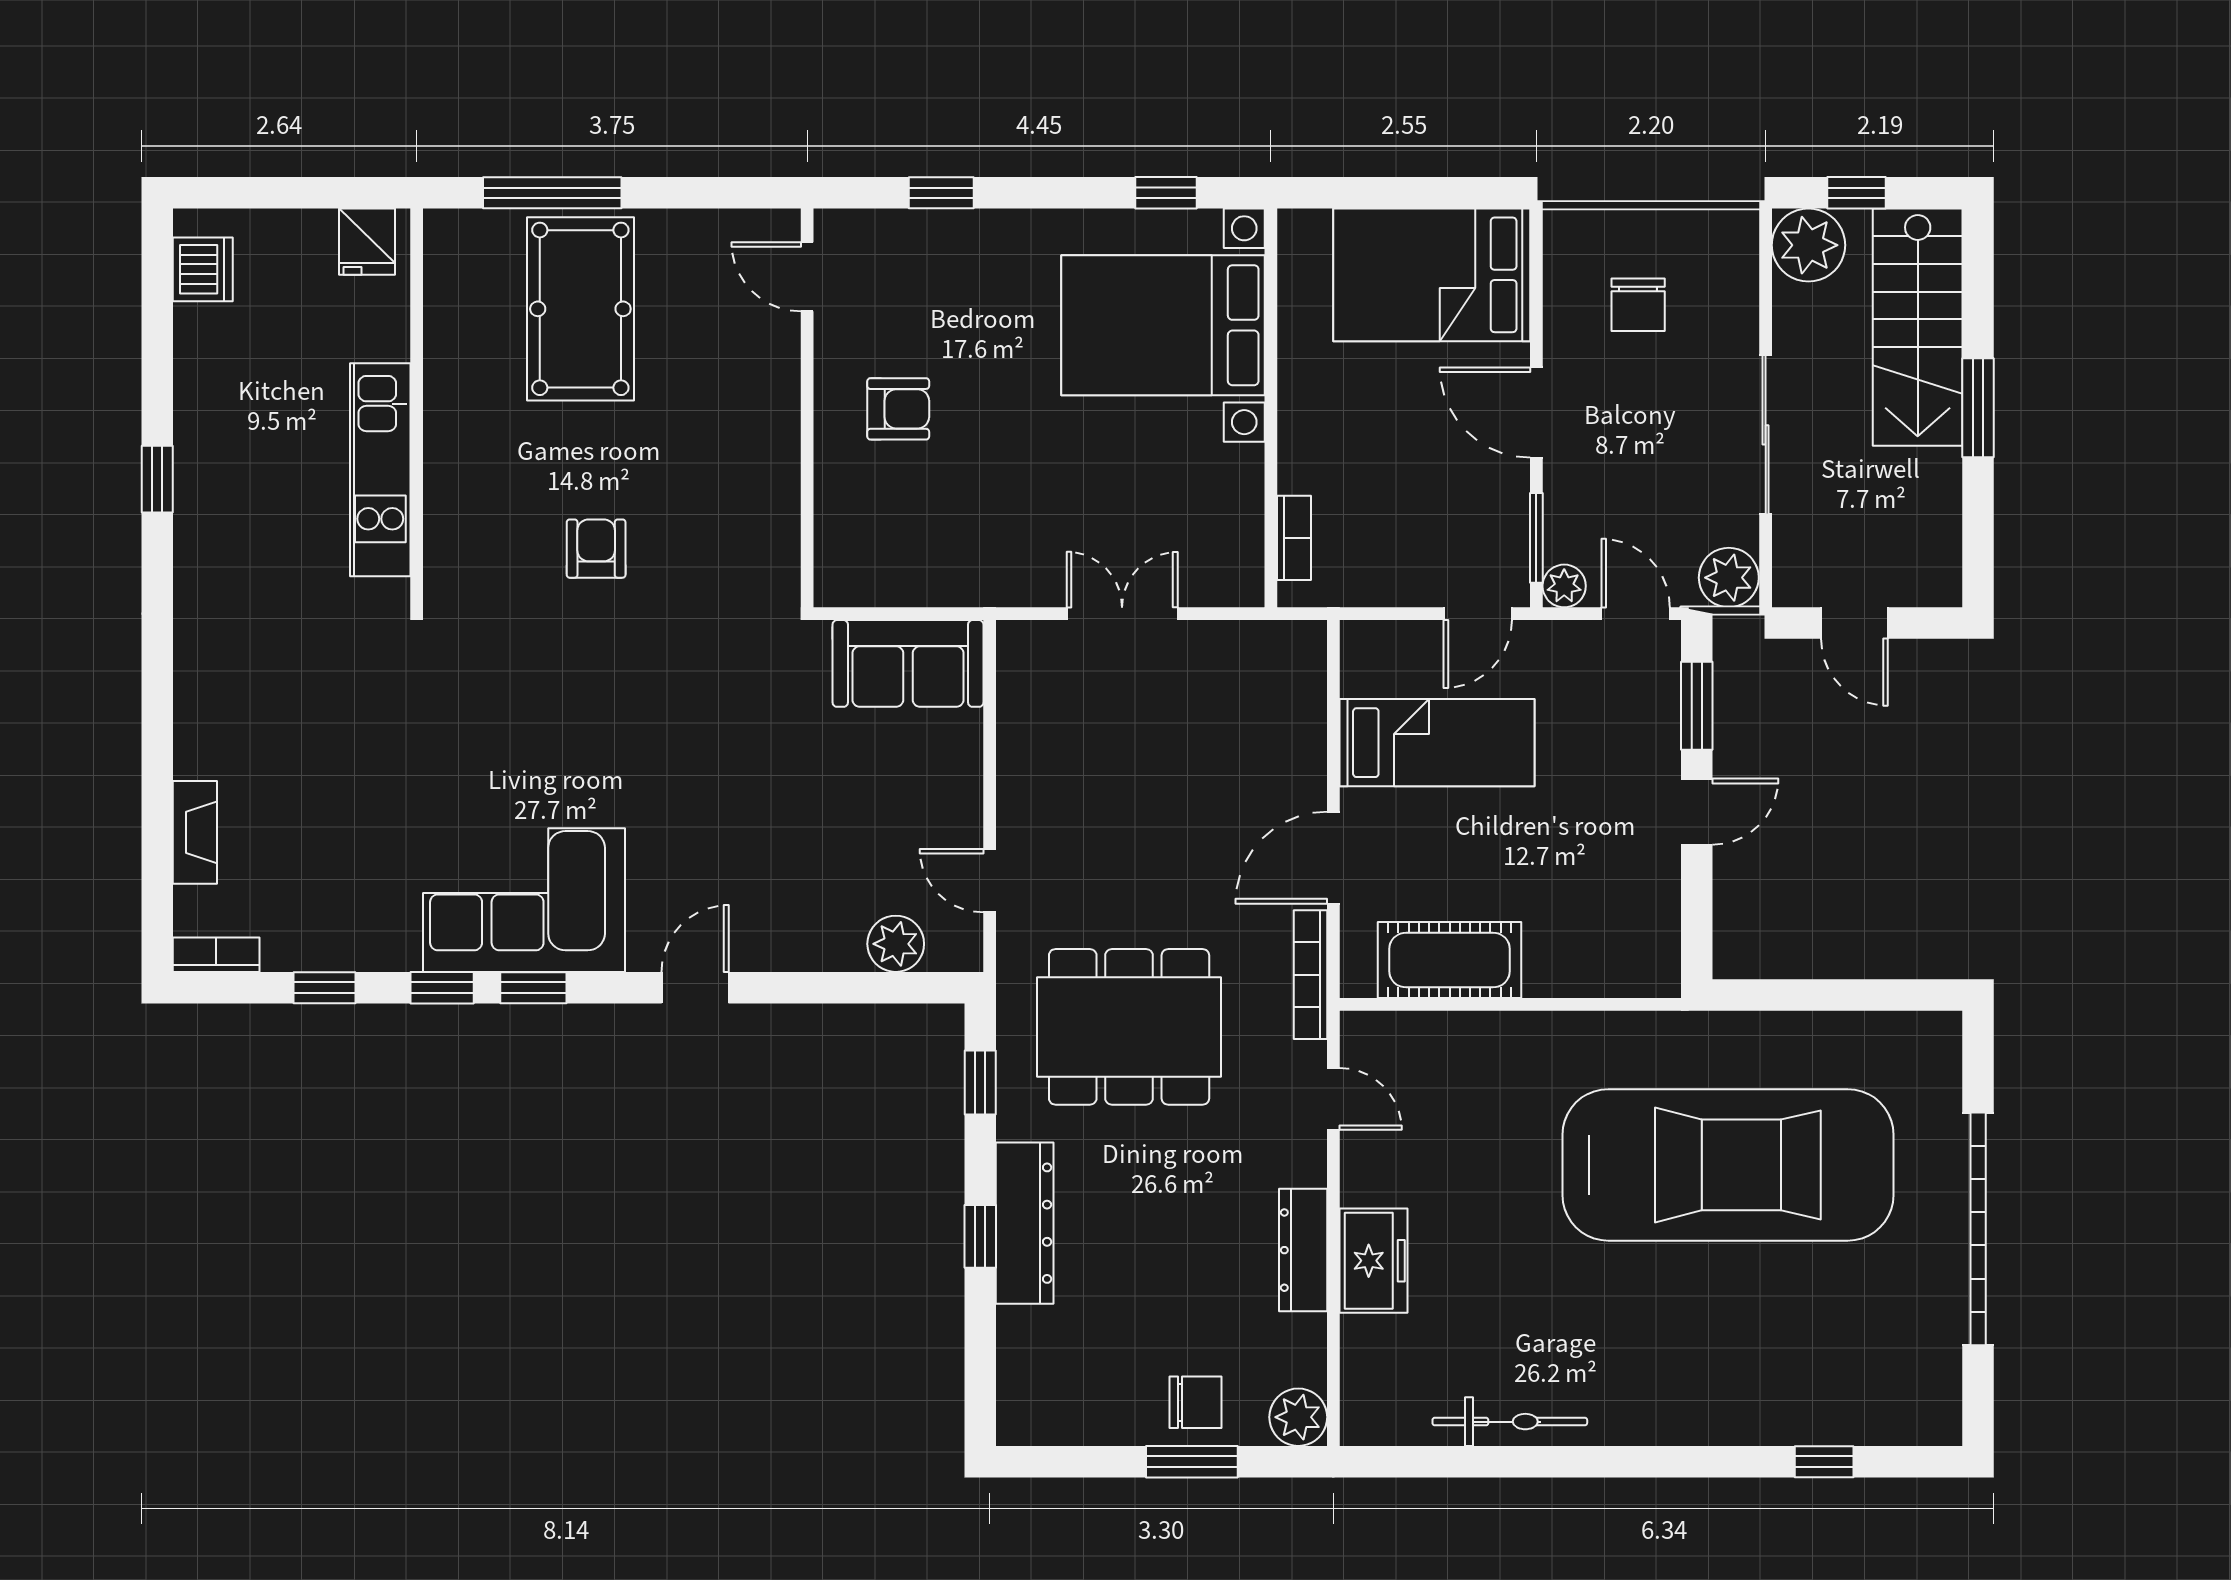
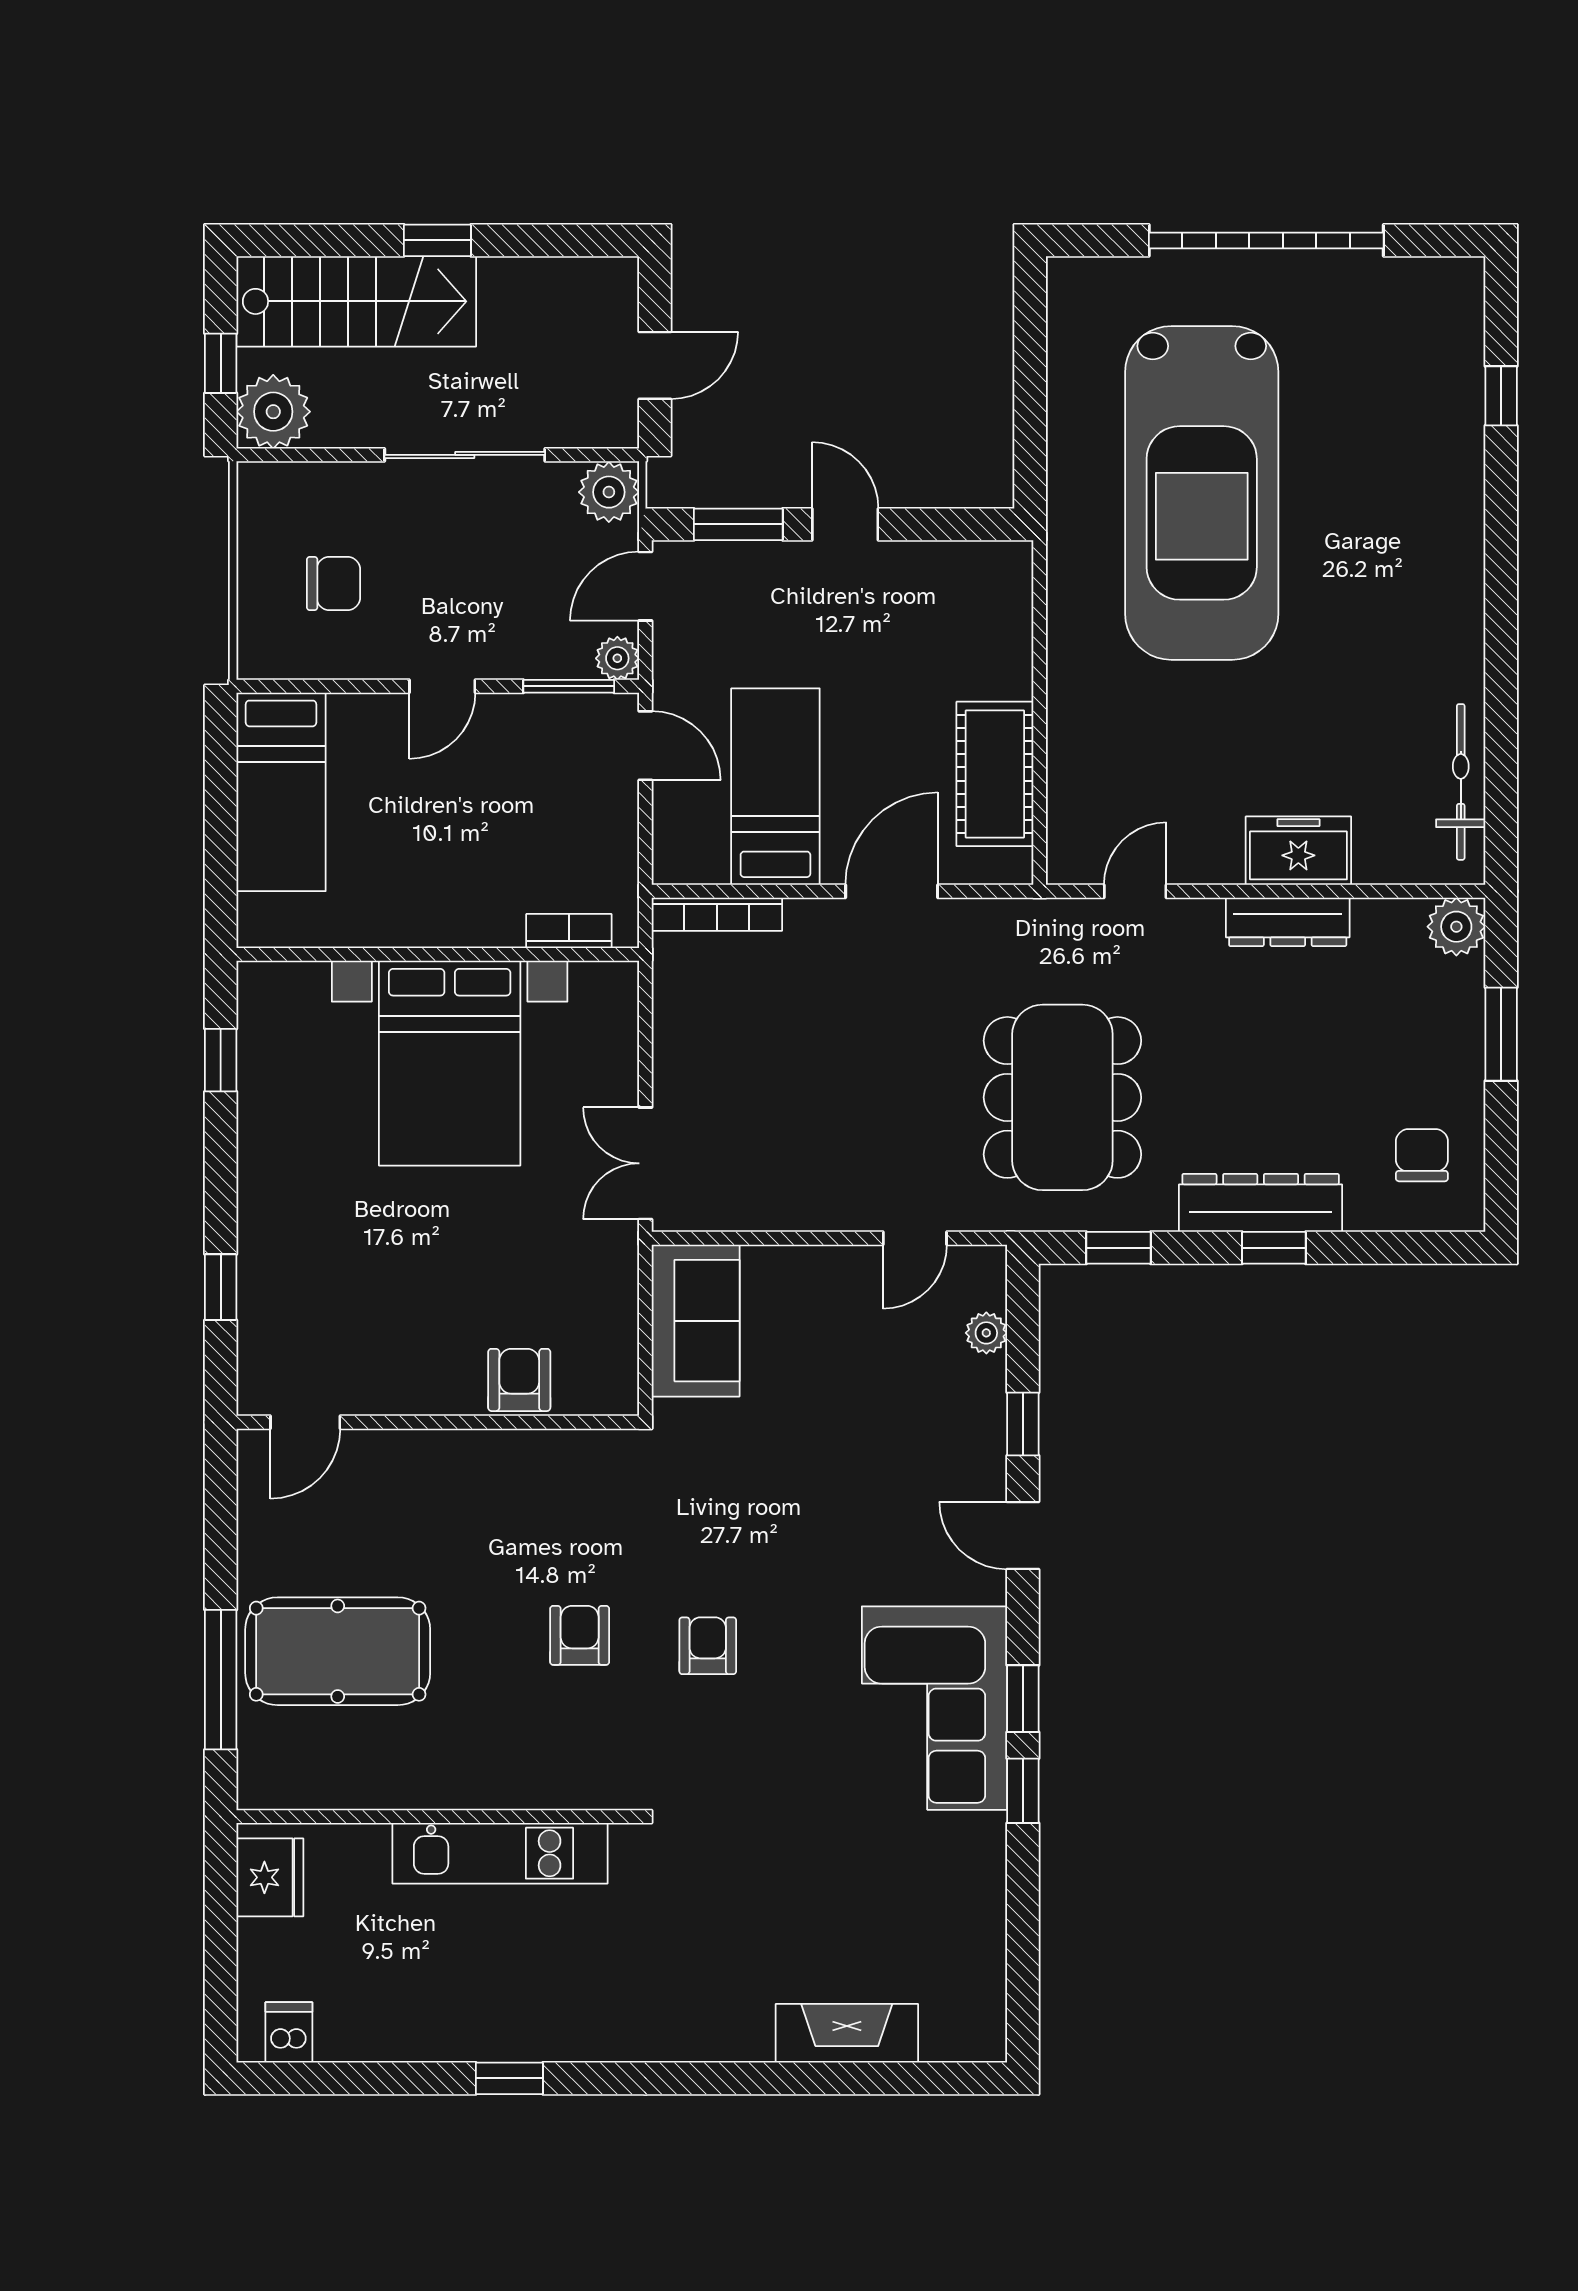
fridge: (367, 242) -> (270, 1877), width x1.38
dishwasher: (203, 269) -> (289, 2032), width x0.73
bed: (1432, 275) -> (281, 792), width x0.67
bed with nightstands: (1163, 325) -> (450, 1063), moved
window: (1978, 408) -> (437, 240), width x0.67
armchair: (898, 409) -> (519, 1380), moved
door: (1536, 413) -> (442, 686), width x0.73
armchair: (596, 549) -> (580, 1635), turned 90
double door: (1122, 614) -> (645, 1163), moved
armchair: (586, 676) -> (708, 1646), added
fireplace: (195, 832) -> (847, 2033), width x1.37, depth x1.32
door: (1333, 858) -> (892, 891), swing flipped
plant: (896, 944) -> (986, 1333), width x0.73, depth x0.73
bookcase: (216, 955) -> (990, 2019), removed
bookcase: (1310, 975) -> (717, 914), moved
window: (325, 988) -> (1023, 1424), moved
car: (1728, 1165) -> (1202, 493), turned 180
chair: (1195, 1402) -> (1422, 1155), moved
bicycle: (1510, 1422) -> (1461, 782), moved

